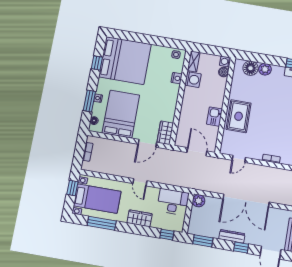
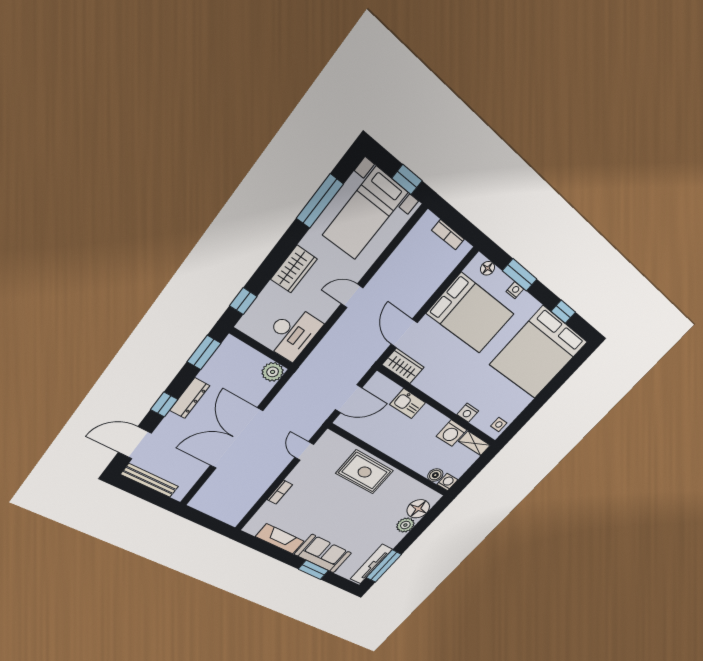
kitchen sink: (214, 117) -> (408, 404), moved, turned 180

